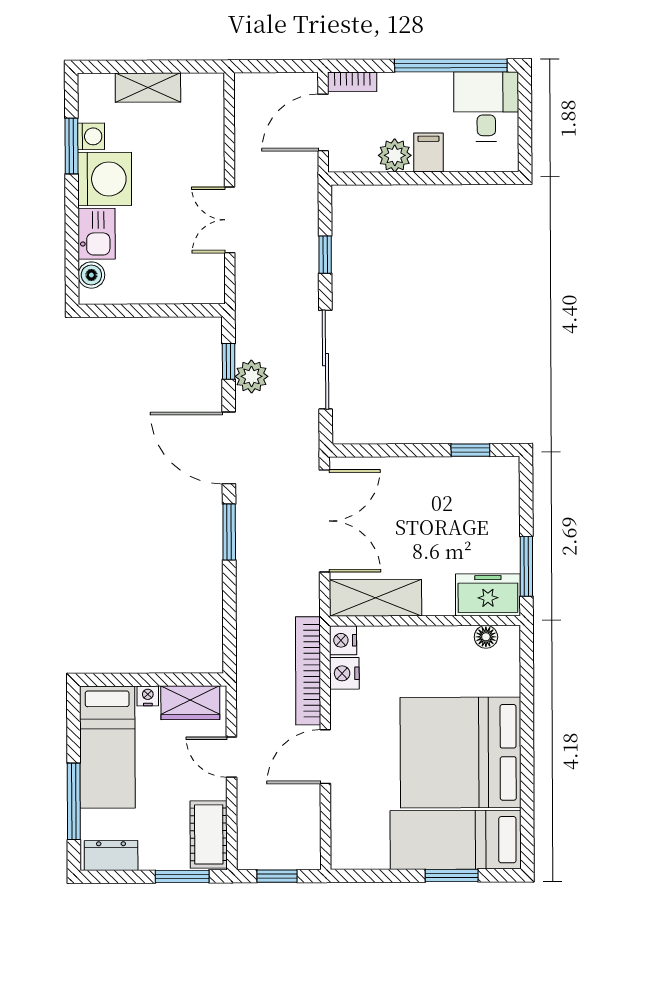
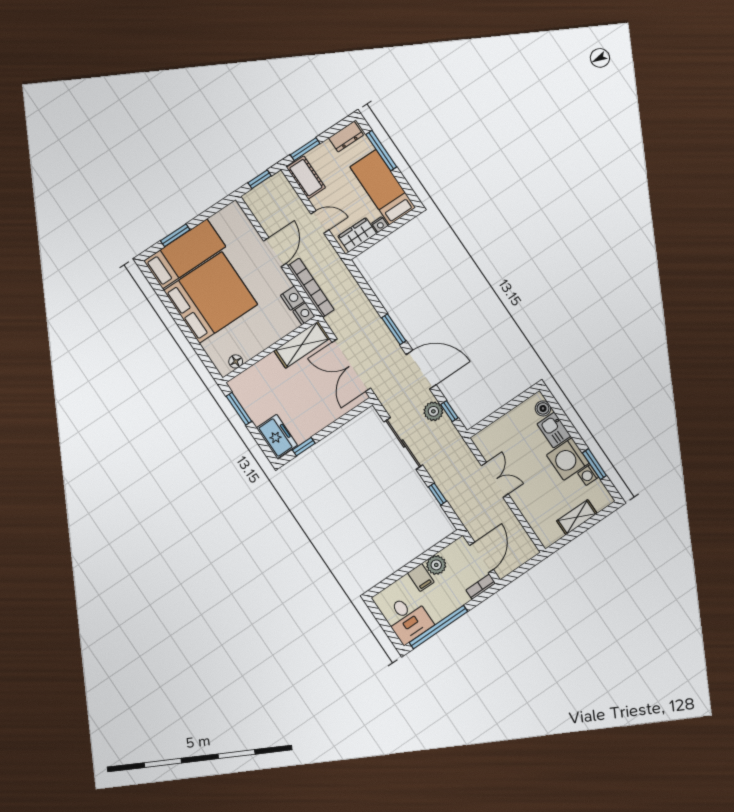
freezer: (488, 595) -> (277, 437), moved, turned -90

